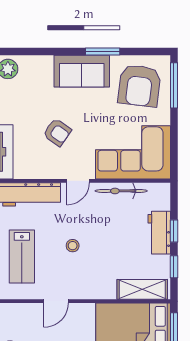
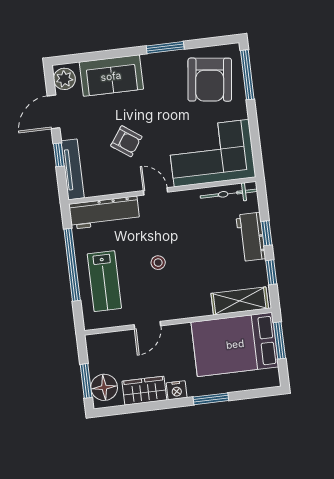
sofa: (82, 71) -> (111, 76), moved
door: (78, 181) -> (156, 191), swing flipped
bicycle: (121, 191) -> (229, 194), moved

